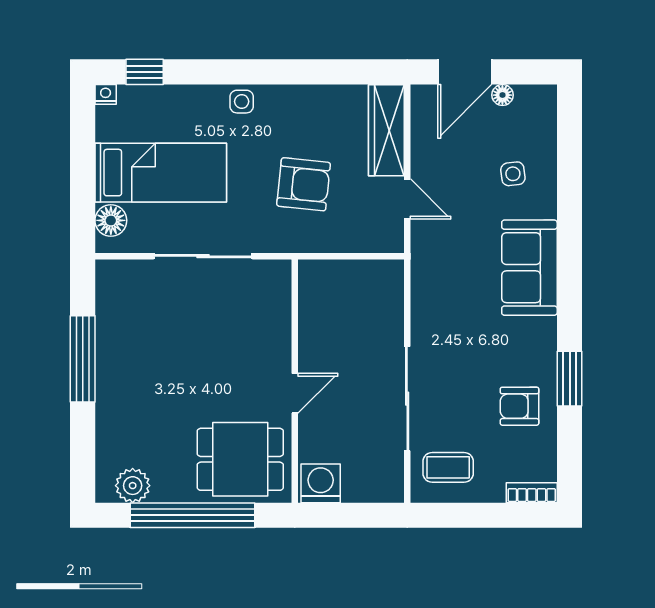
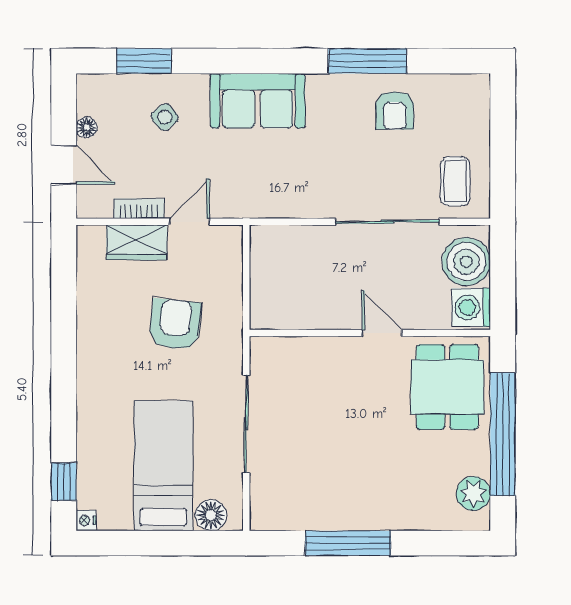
door: (465, 72) -> (64, 165), width x0.73
side table: (242, 102) -> (93, 386), removed
wardrobe: (386, 130) -> (137, 242), width x0.67
window: (570, 153) -> (144, 61), added
side table: (513, 174) -> (165, 117), turned -33
window: (570, 379) -> (367, 61), width x1.44
boiler: (367, 478) -> (466, 262), added
bookcase: (532, 493) -> (139, 209), moved, turned 90

